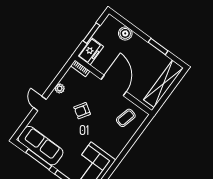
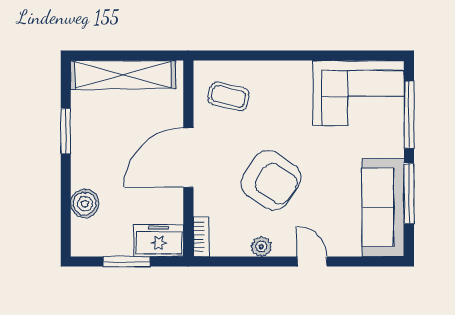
door: (40, 104) -> (312, 262), swing flipped
armchair: (82, 111) -> (271, 180), width x1.88, depth x1.88

